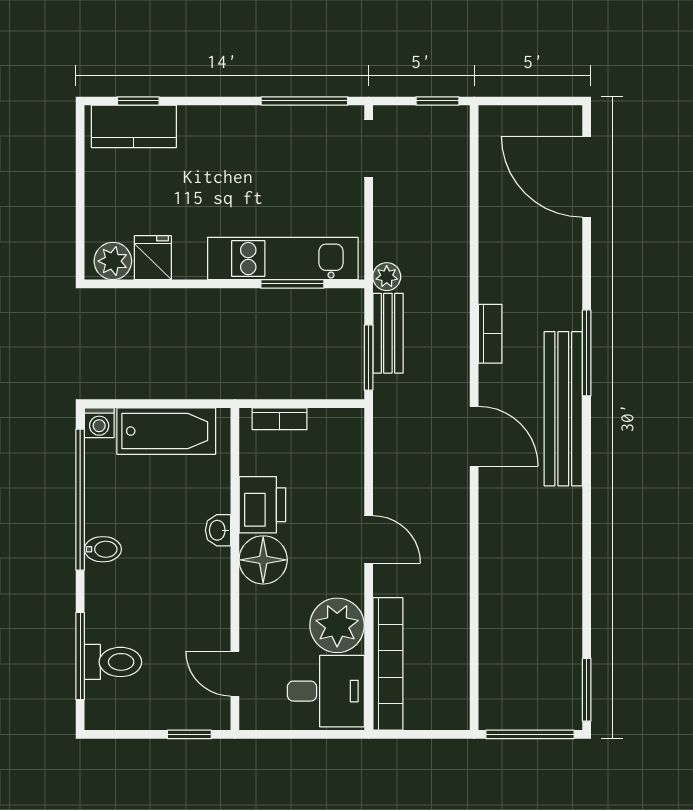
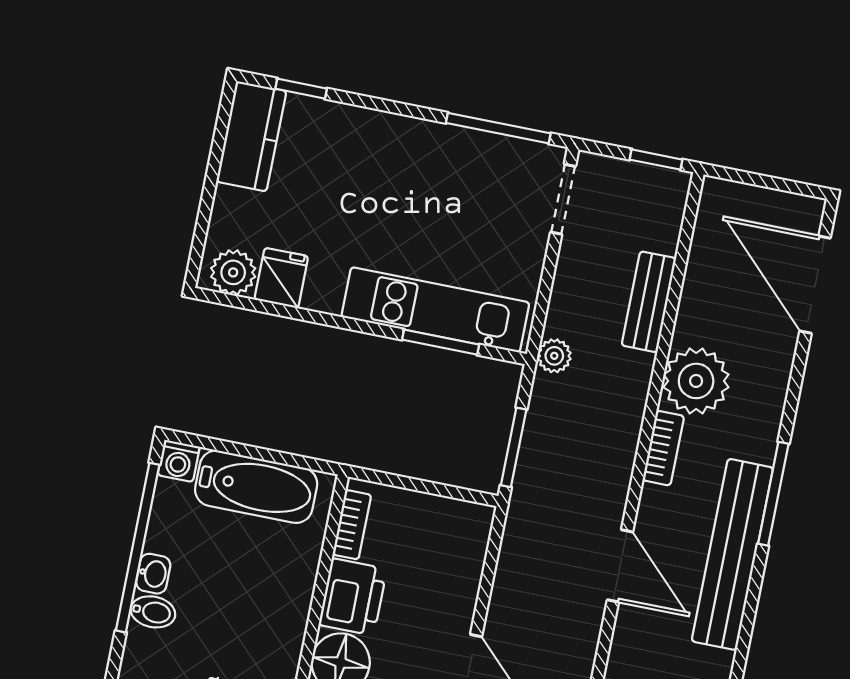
kitchen counter: (134, 126) -> (251, 136), moved, turned -90
plant: (506, 274) -> (696, 381), added
bench: (388, 333) -> (649, 302), moved
bookcase: (280, 419) -> (352, 525), moved, turned -90
washbasin: (218, 530) -> (153, 574), moved, turned 180

